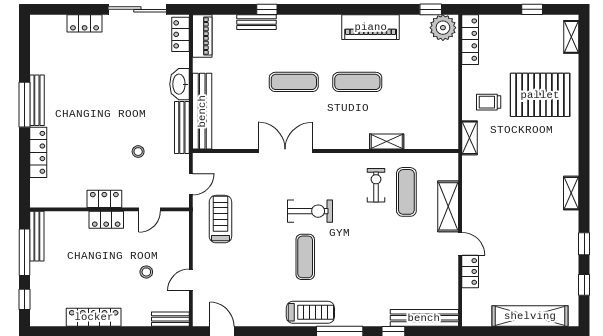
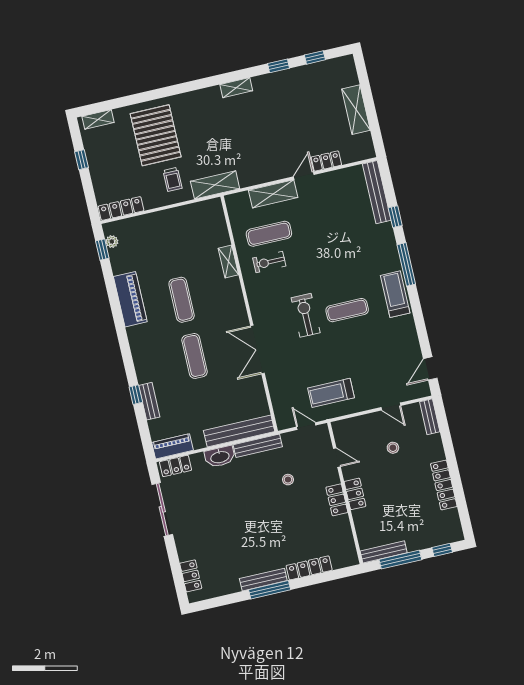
locker: (85, 23) -> (191, 576), moved
plant: (443, 28) -> (112, 242), width x0.53, depth x0.53
shelving: (469, 138) -> (215, 185), width x1.50, depth x1.33
shelving: (530, 316) -> (356, 110), width x0.68

